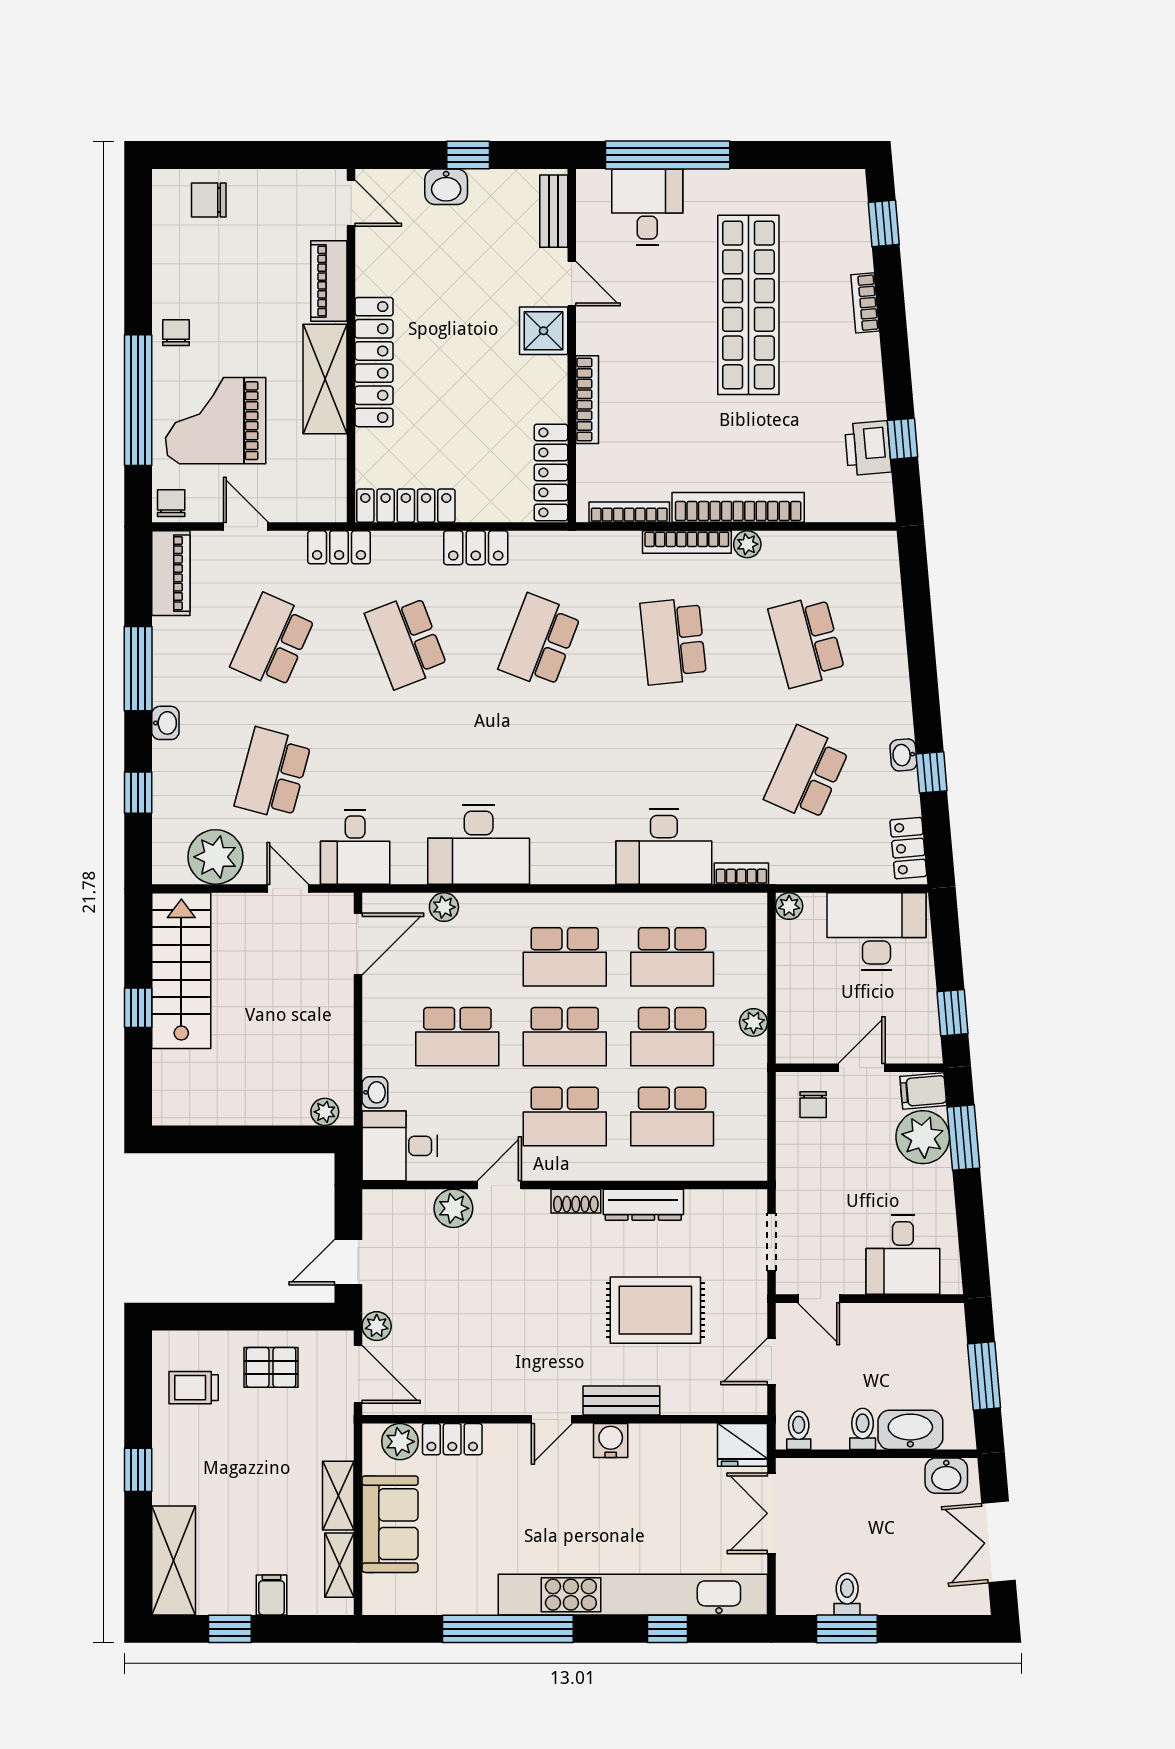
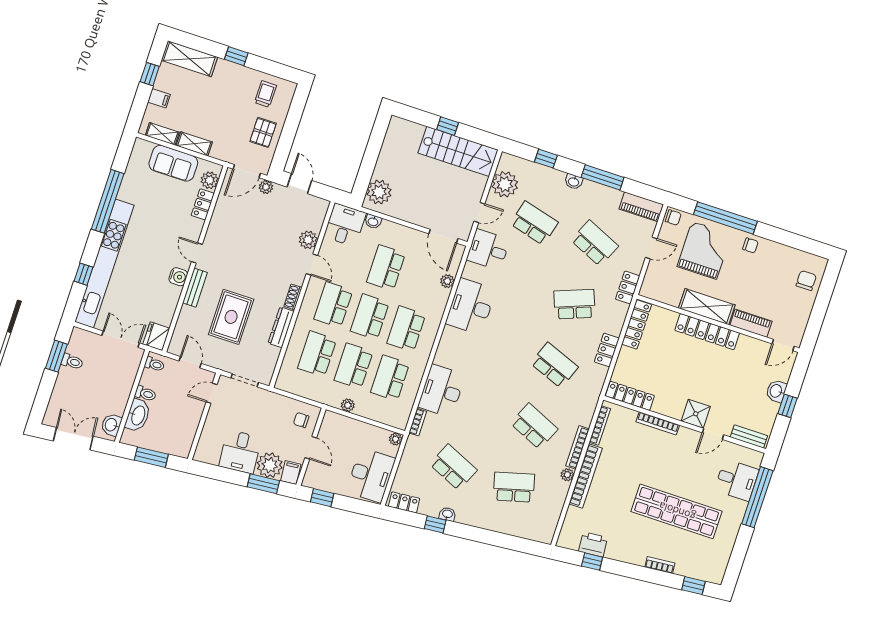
school desk: (673, 641) -> (534, 426), turned 30
plant: (325, 1112) -> (379, 192), width x1.88, depth x1.88
desk: (903, 1255) -> (240, 452), moved, turned -95

